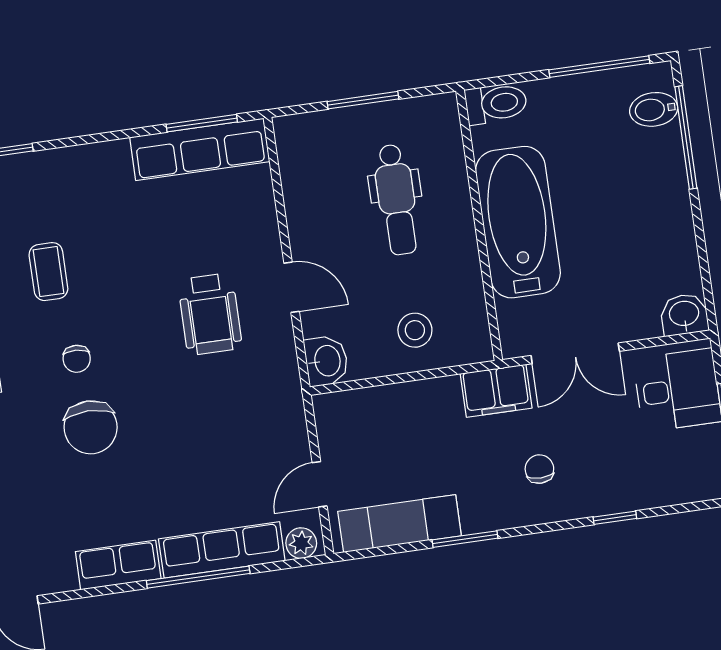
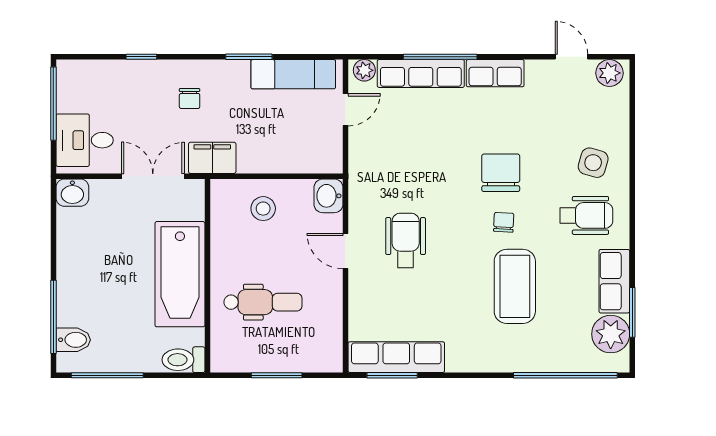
dental chair: (397, 200) -> (263, 302), turned 90
coffee table: (48, 272) -> (515, 286), width x1.86, depth x1.72

